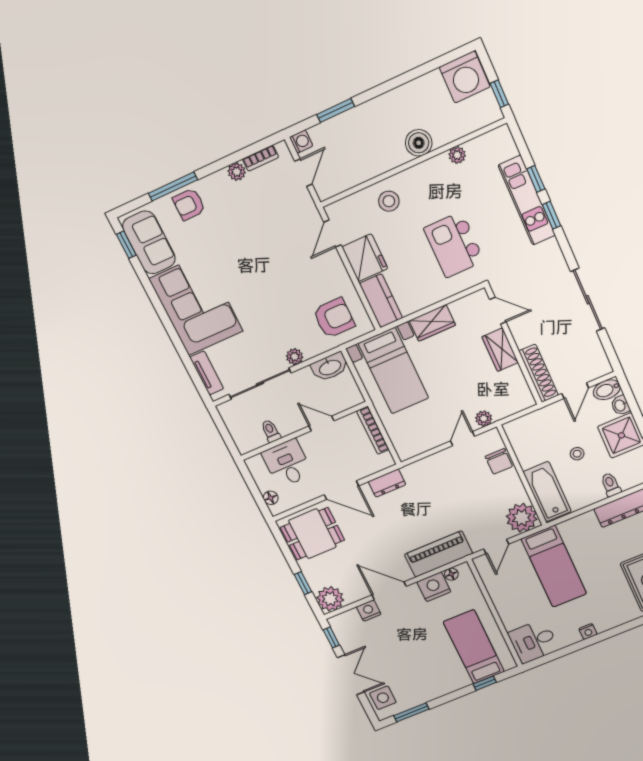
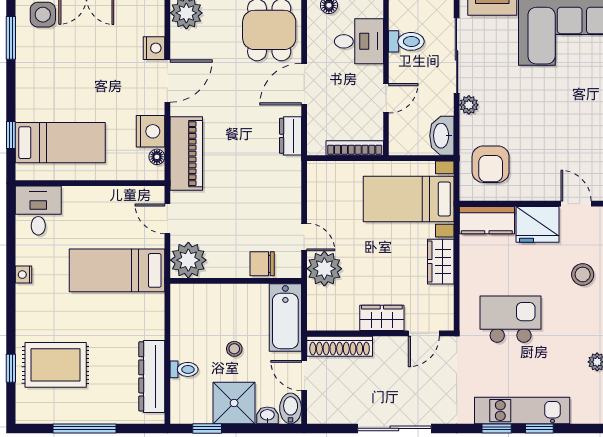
plant: (484, 418) -> (324, 269), width x1.87, depth x1.87
toilet: (271, 431) -> (406, 41), width x1.37, depth x1.39
bathtub: (547, 492) -> (285, 318), moved, turned 90

